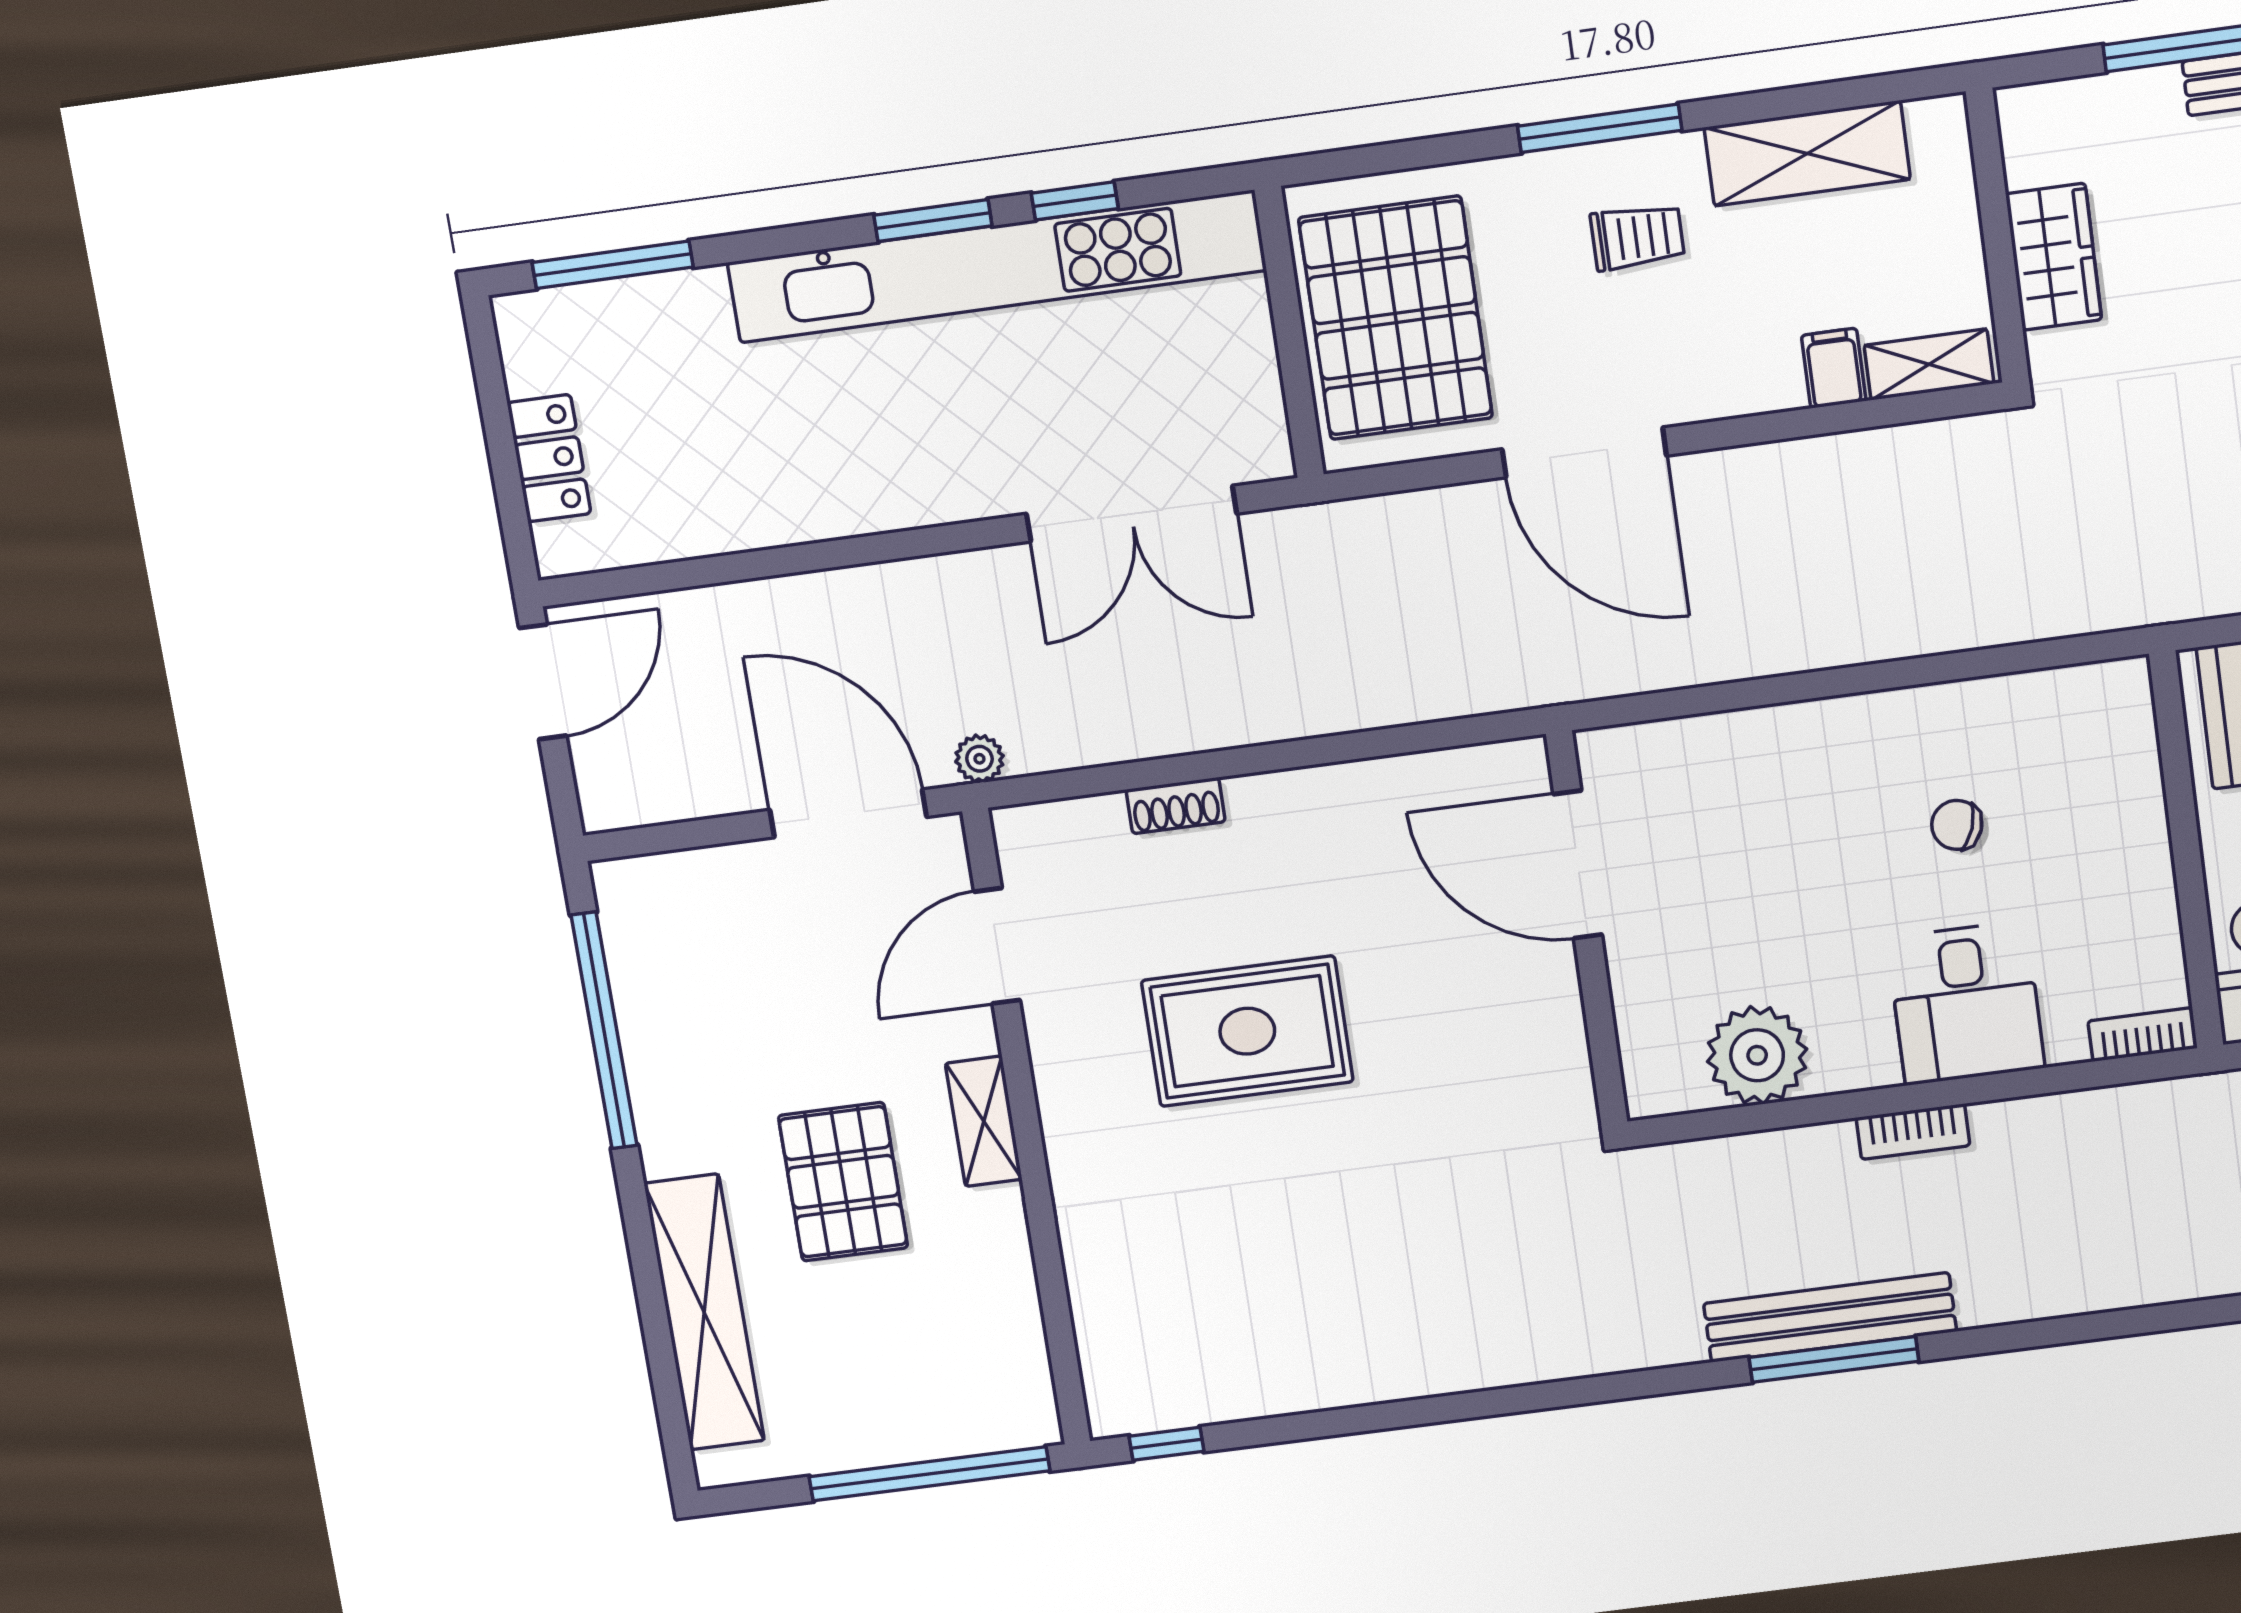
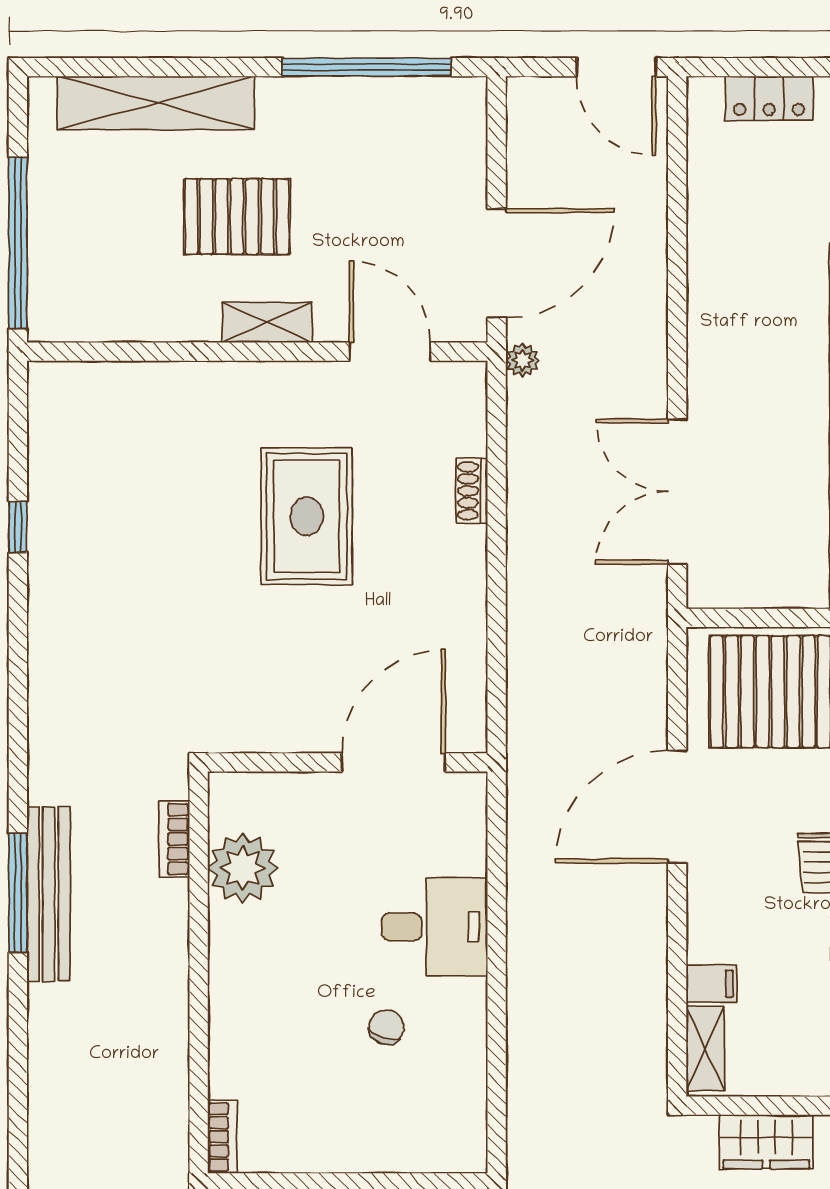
desk: (1966, 1003) -> (435, 927), moved, turned 180
bookcase: (1913, 1132) -> (174, 839), moved
window: (1166, 1444) -> (18, 527), moved

